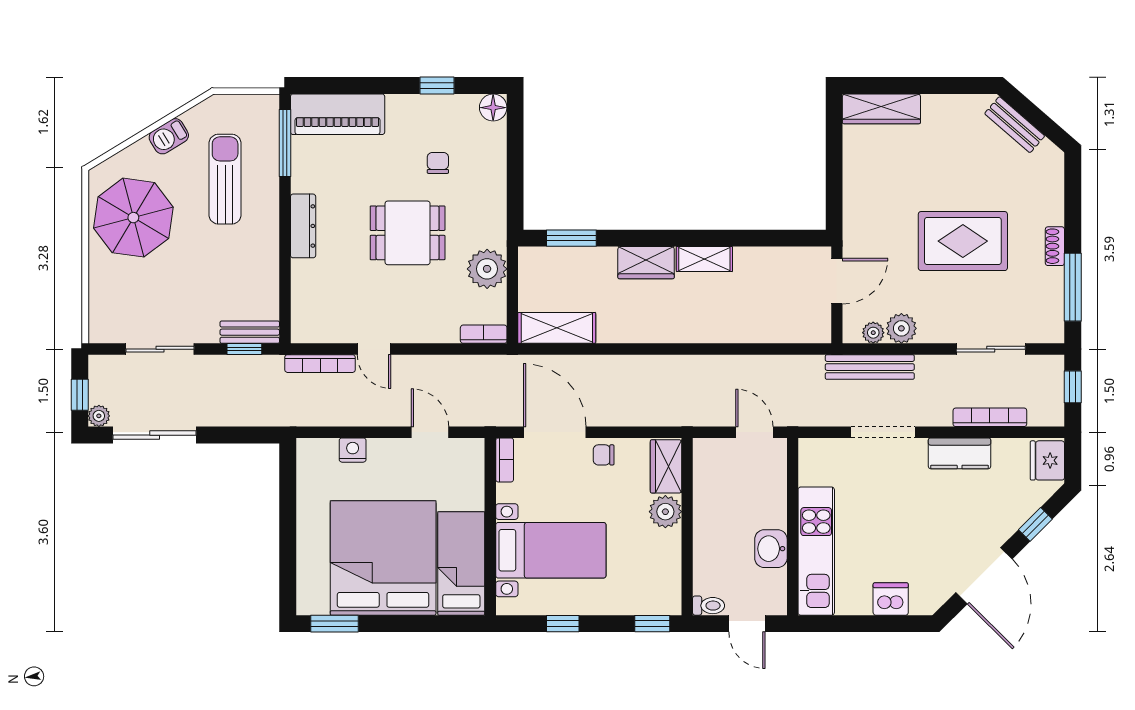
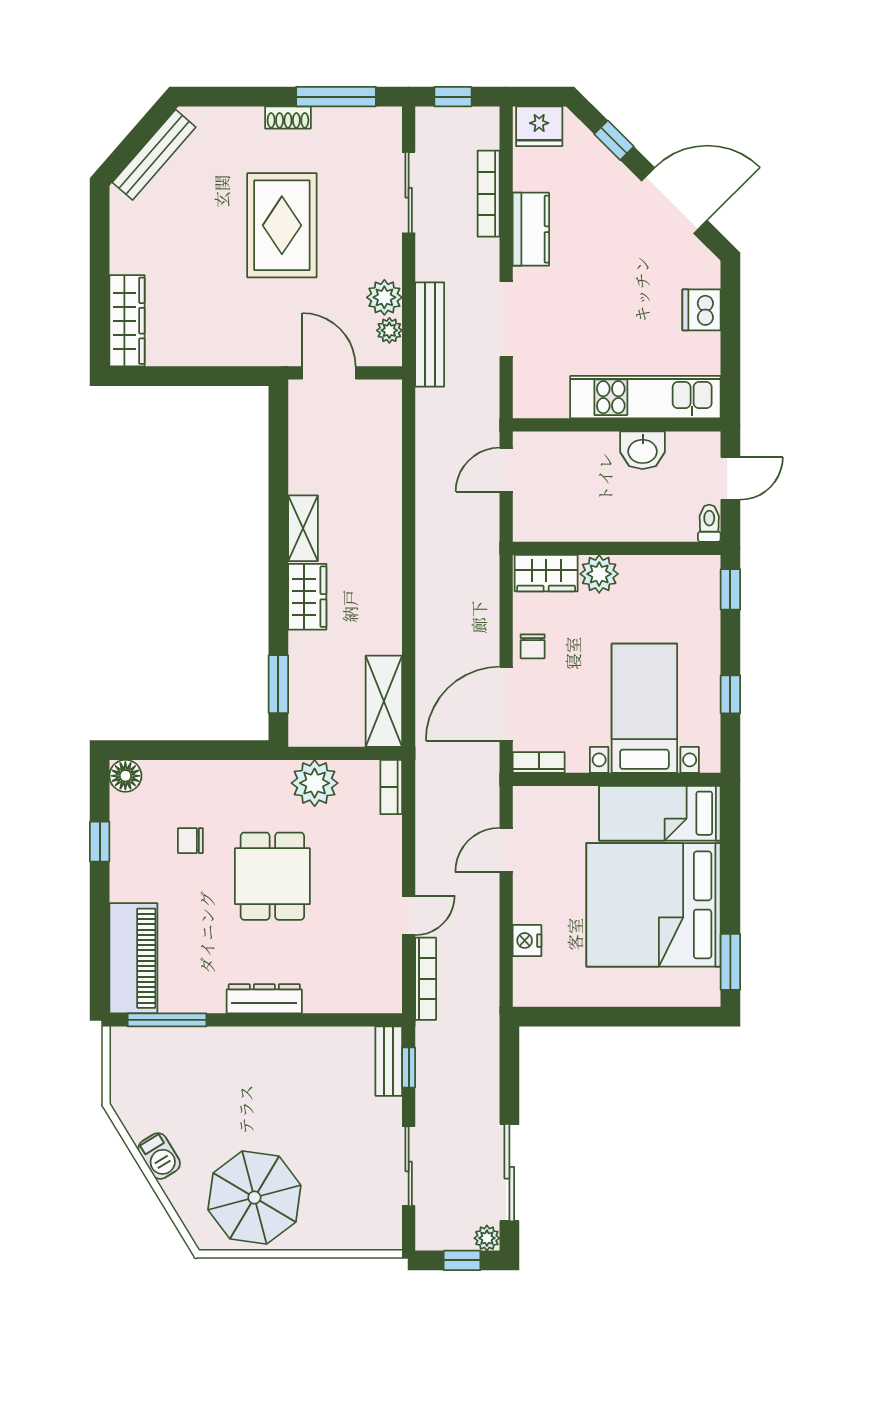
bench: (1015, 125) -> (154, 155), width x1.36
sun lounger: (225, 179) -> (209, 1090), removed

